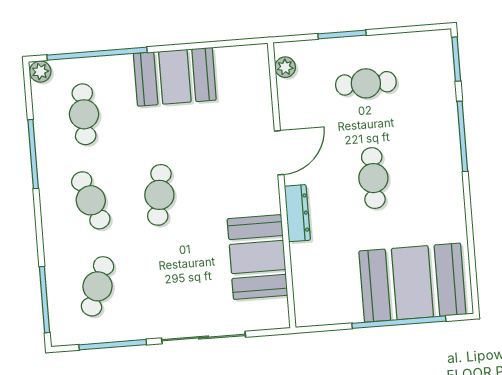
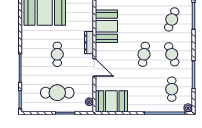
booth: (175, 77) -> (111, 101), moved
cafe table: (366, 83) -> (57, 93), width x1.37, depth x1.35
door: (279, 153) -> (94, 67), swing flipped

